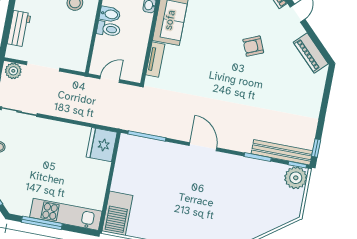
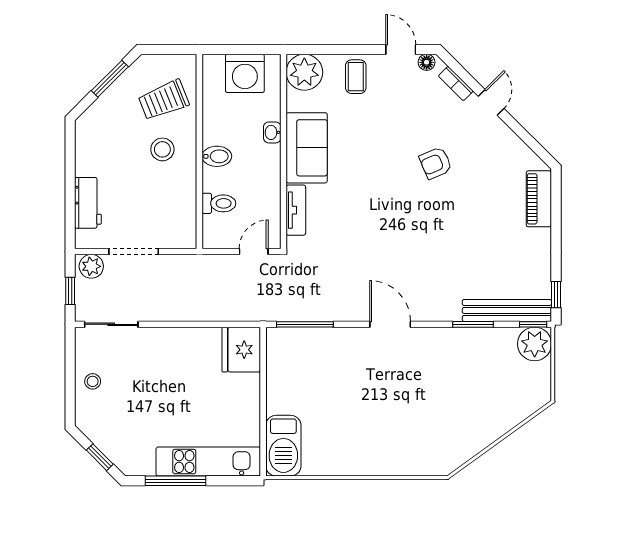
toilet: (108, 29) -> (219, 203), moved
piano: (311, 53) -> (539, 199), moved, turned 45
door: (110, 79) -> (254, 251), moved

